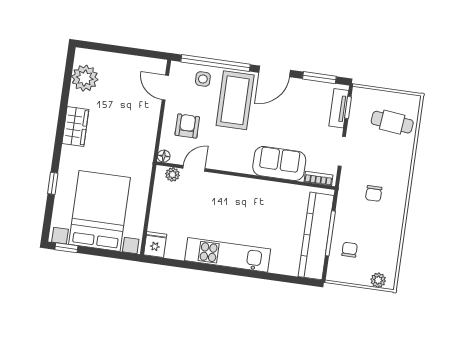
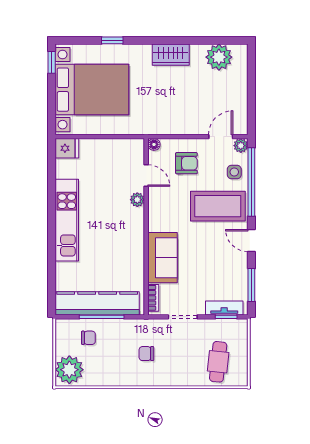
plant: (177, 69) -> (241, 146), added
door: (275, 71) -> (251, 241), width x0.73
plant: (172, 174) -> (137, 200), moved
plant: (378, 280) -> (69, 370), width x1.87, depth x1.87

